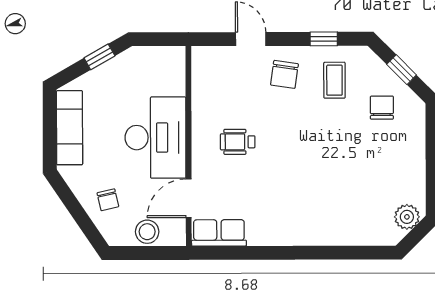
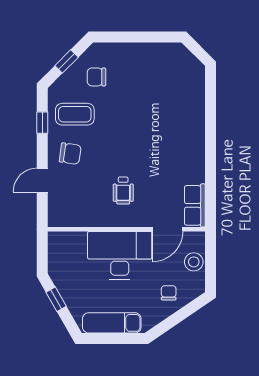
coffee table: (334, 80) -> (75, 114), width x1.36, depth x1.30
door: (189, 198) -> (168, 229), hinge flipped
chair: (108, 200) -> (169, 293), turned -77
plant: (407, 217) -> (183, 57), removed

